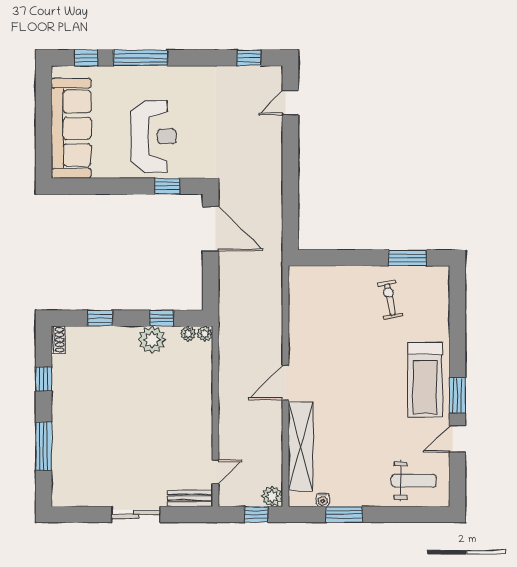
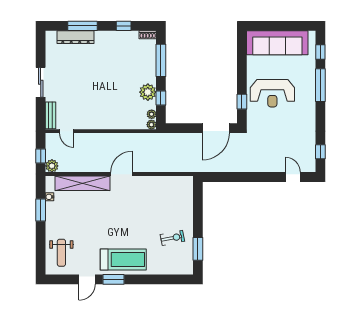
window: (100, 318) -> (161, 60), width x2.17
treadmill: (425, 380) -> (123, 260), turned 180
door: (285, 383) -> (121, 174), hinge flipped
door: (457, 439) -> (87, 279), swing flipped
dresser: (62, 458) -> (75, 37), added

